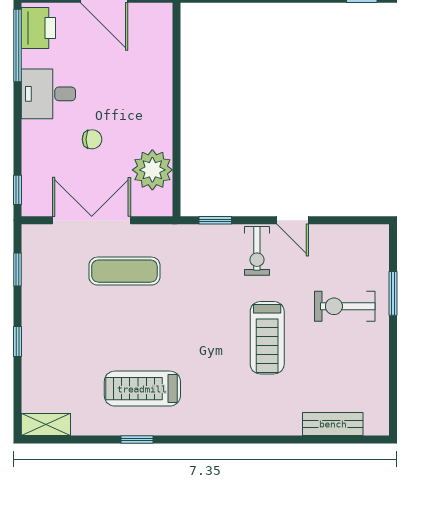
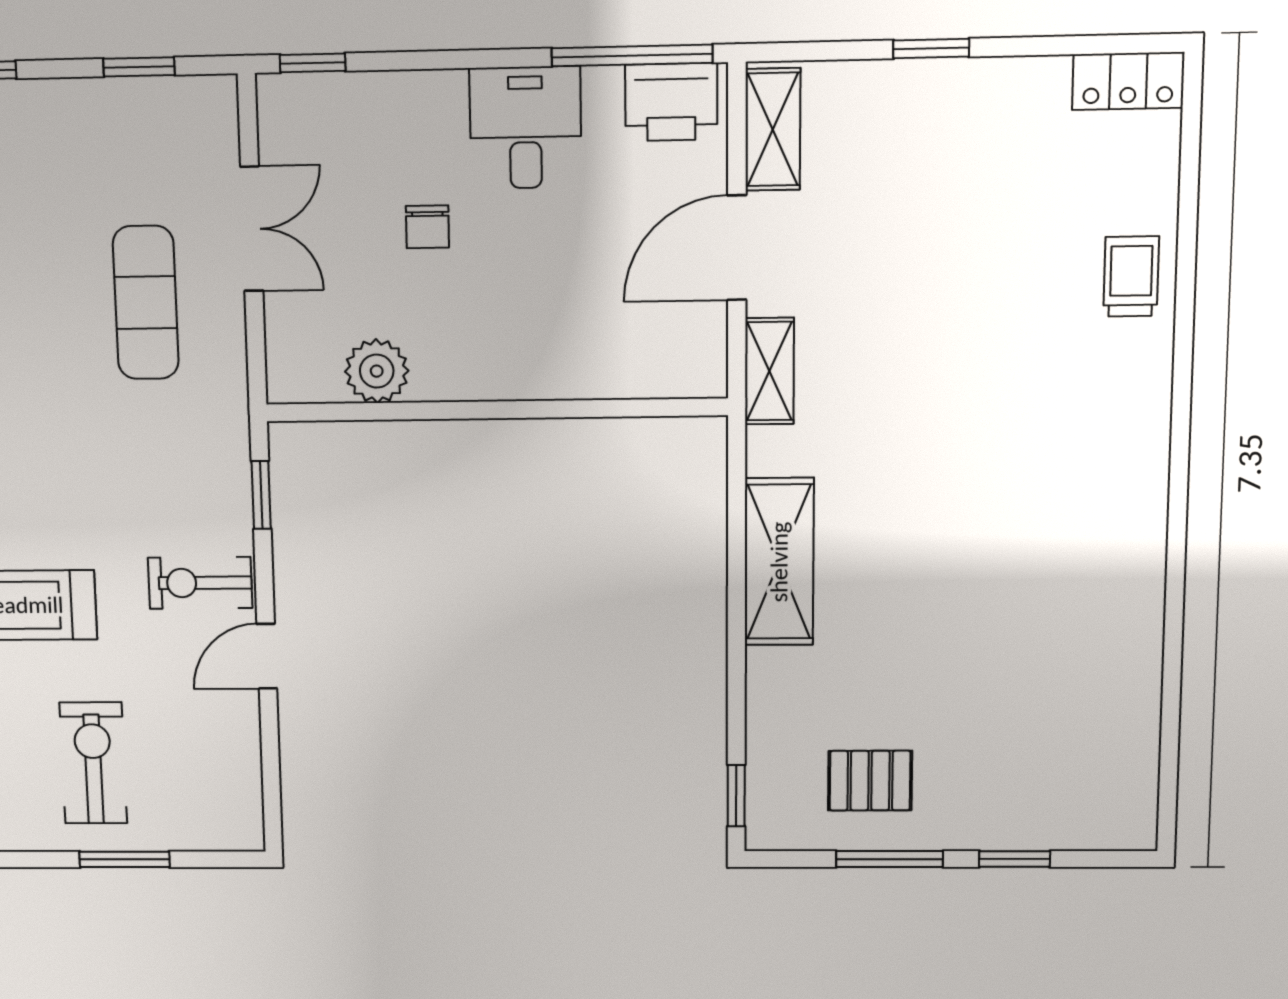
plant: (152, 170) -> (377, 371), width x0.73, depth x0.73
double door: (92, 220) -> (252, 229), width x0.73

